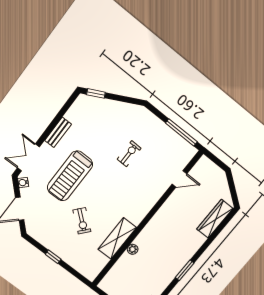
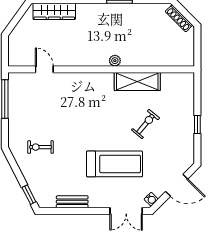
bench: (58, 132) -> (72, 202), moved
exercise bike: (129, 154) -> (41, 147), moved
plant: (133, 249) -> (115, 61), moved

